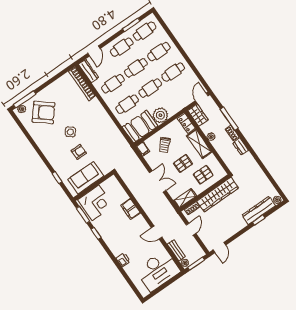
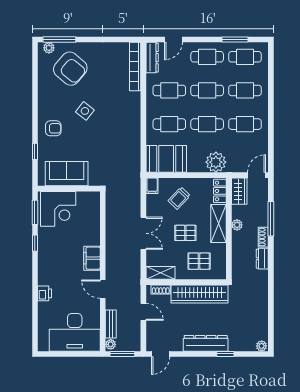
plant: (160, 115) -> (216, 162), moved
armchair: (79, 152) -> (53, 128), moved
filing cabinet: (131, 209) -> (92, 258), moved
dresser: (259, 210) -> (206, 343), moved
door: (191, 229) -> (143, 312), hinge flipped

